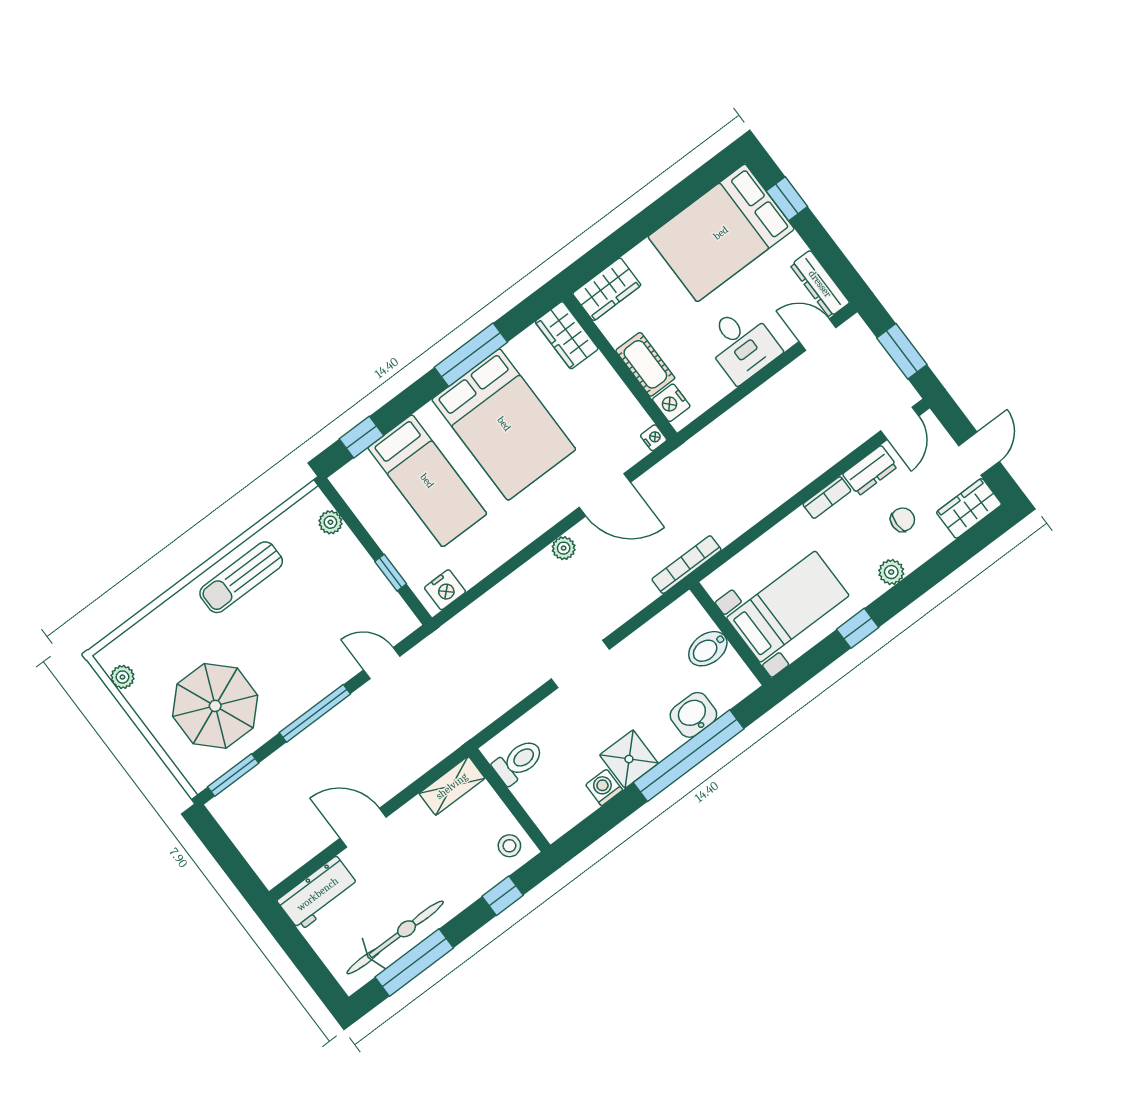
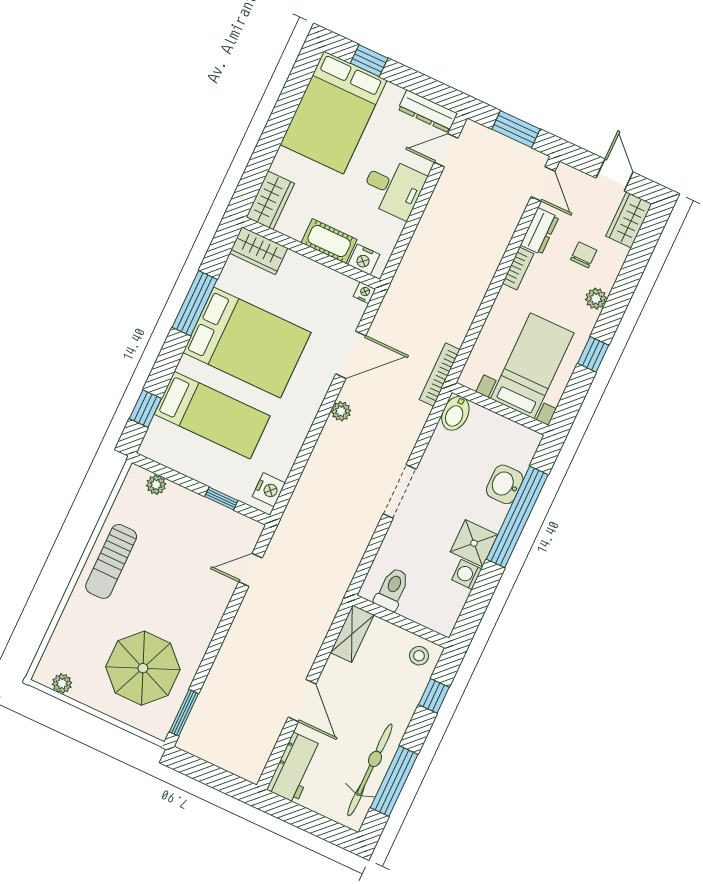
bidet: (708, 649) -> (455, 413), moved
window: (315, 713) -> (221, 634), removed
door: (363, 828) -> (302, 701), swing flipped

